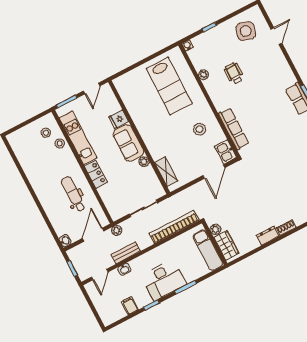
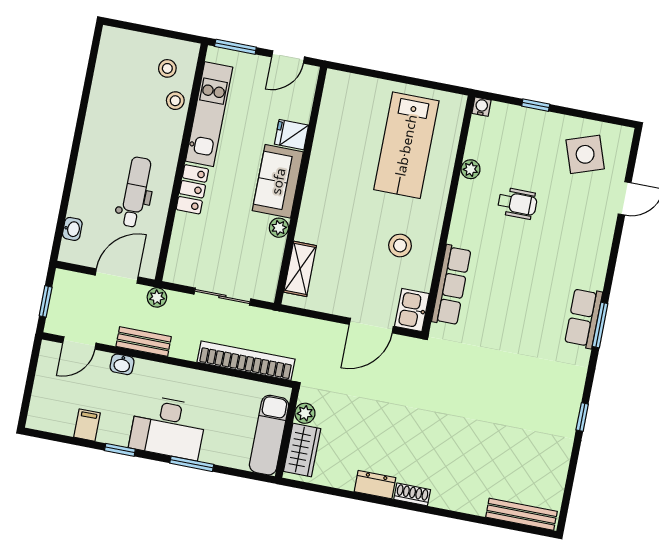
side table: (246, 31) -> (585, 154), turned -37
wheelchair: (234, 73) -> (517, 203), turned 90
washbasin: (65, 241) -> (72, 229), moved

